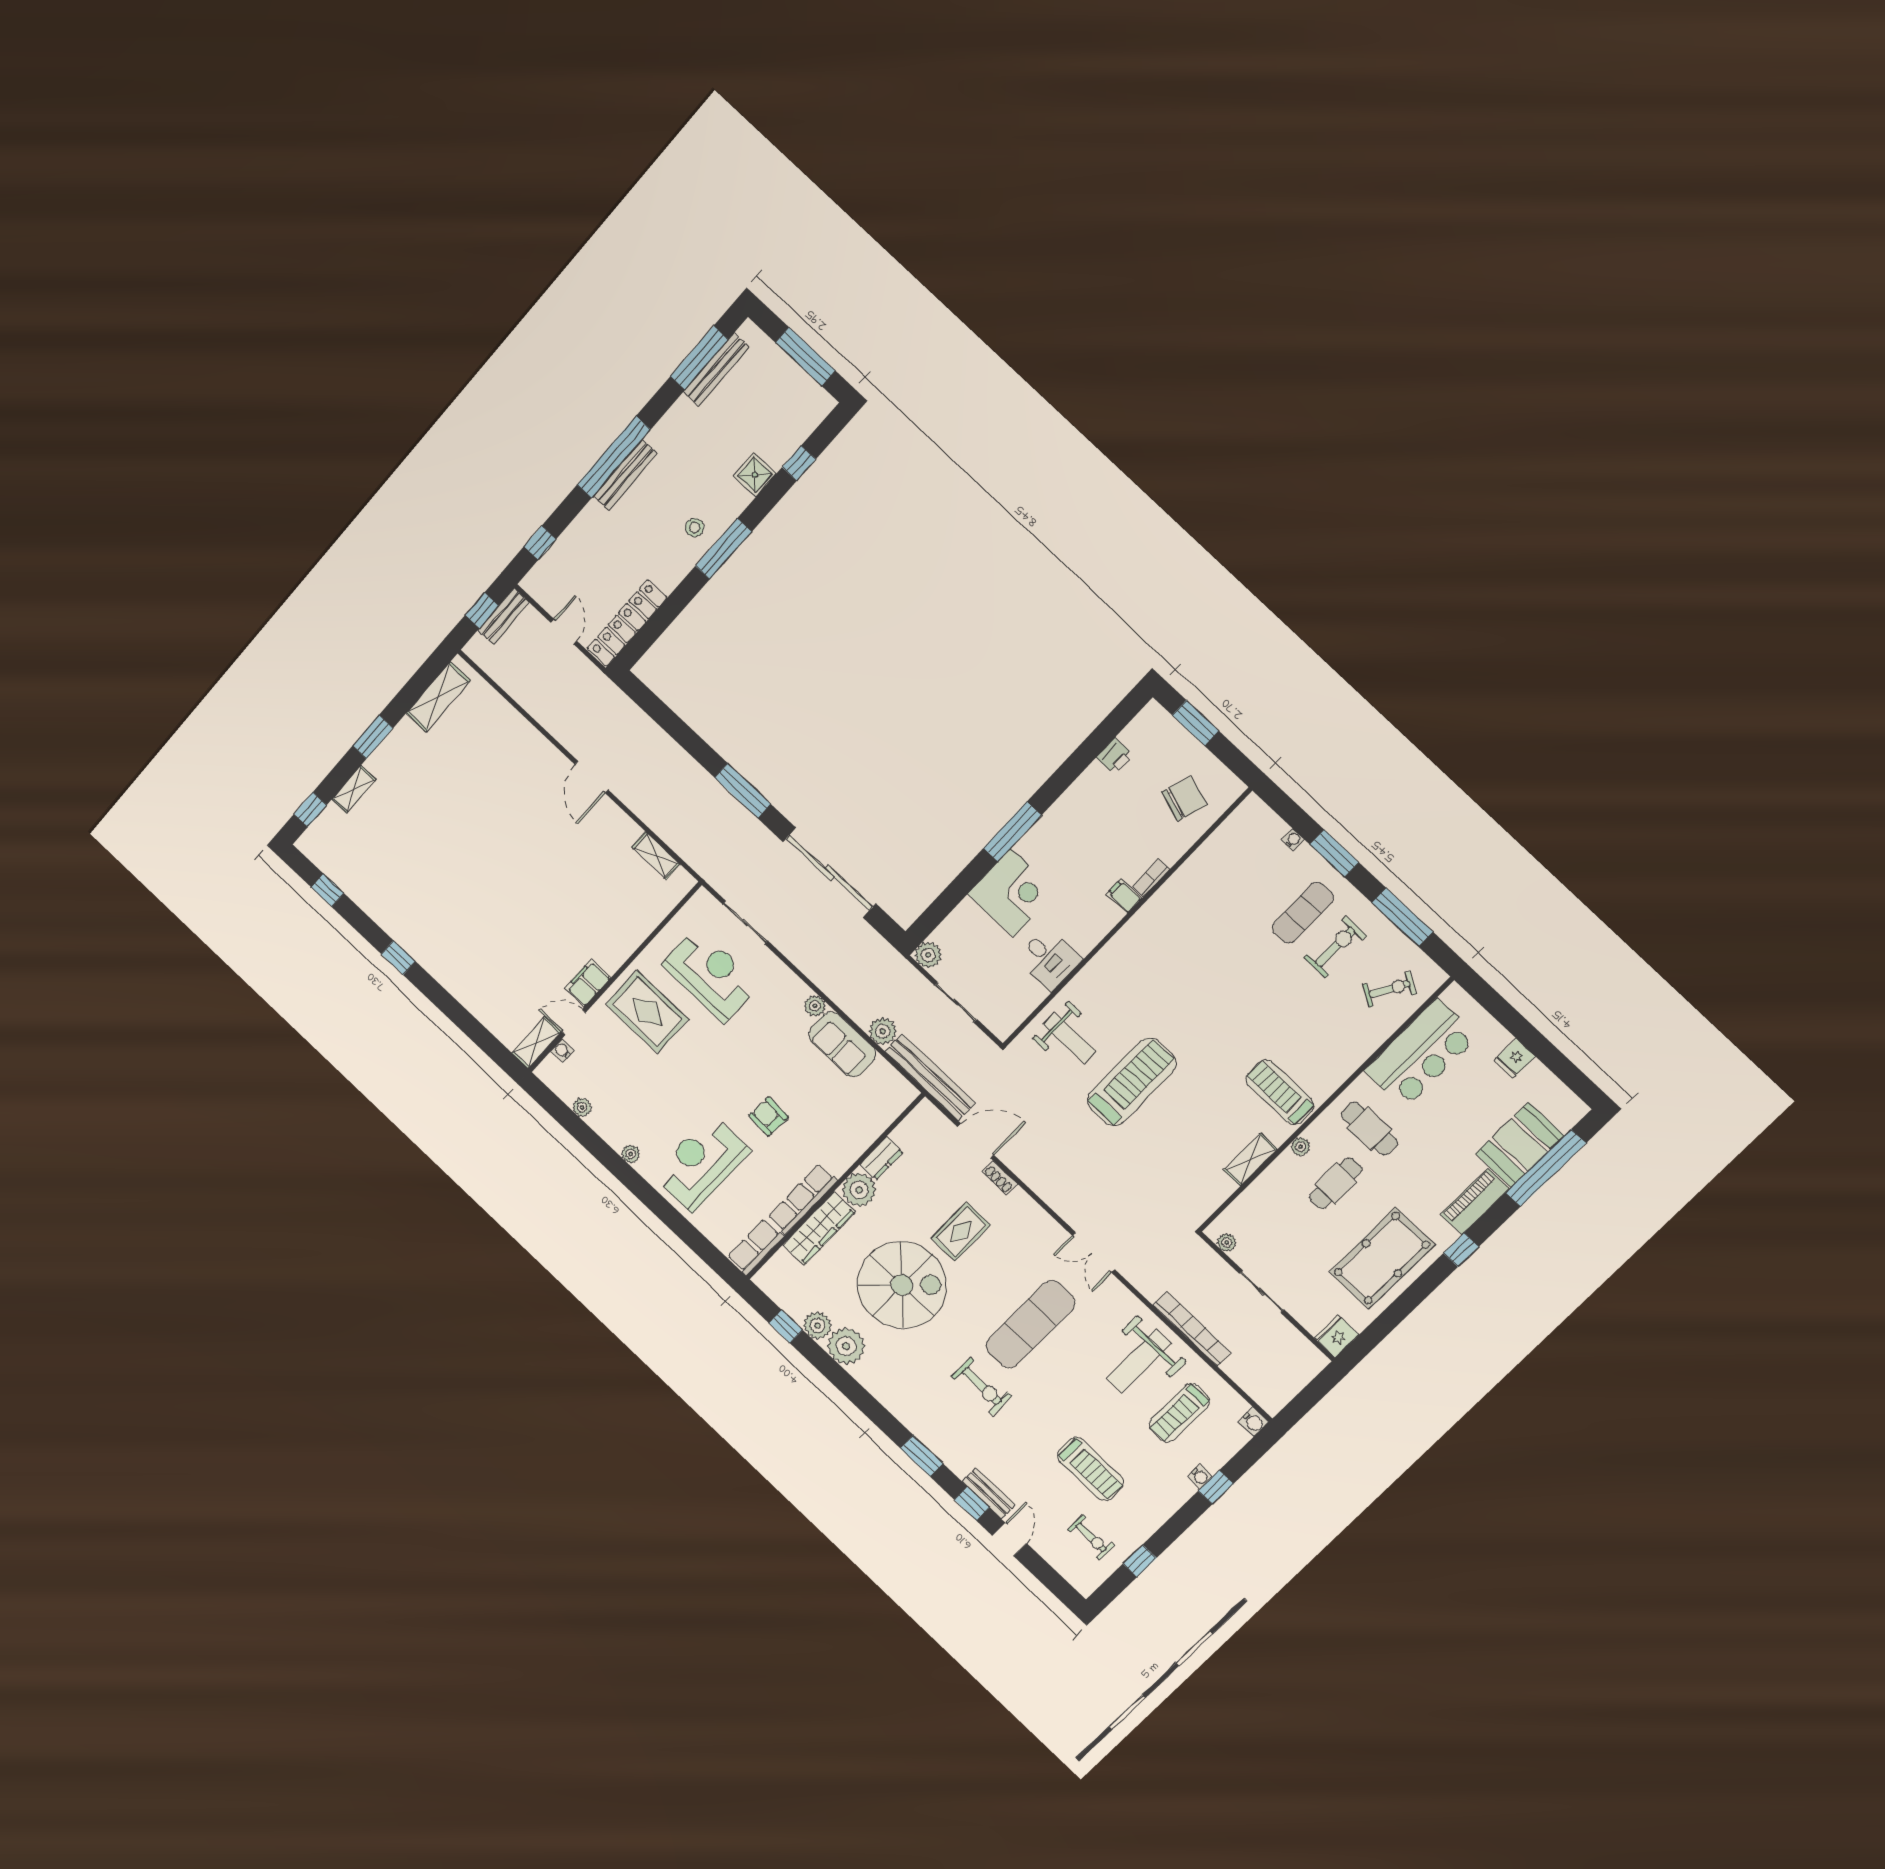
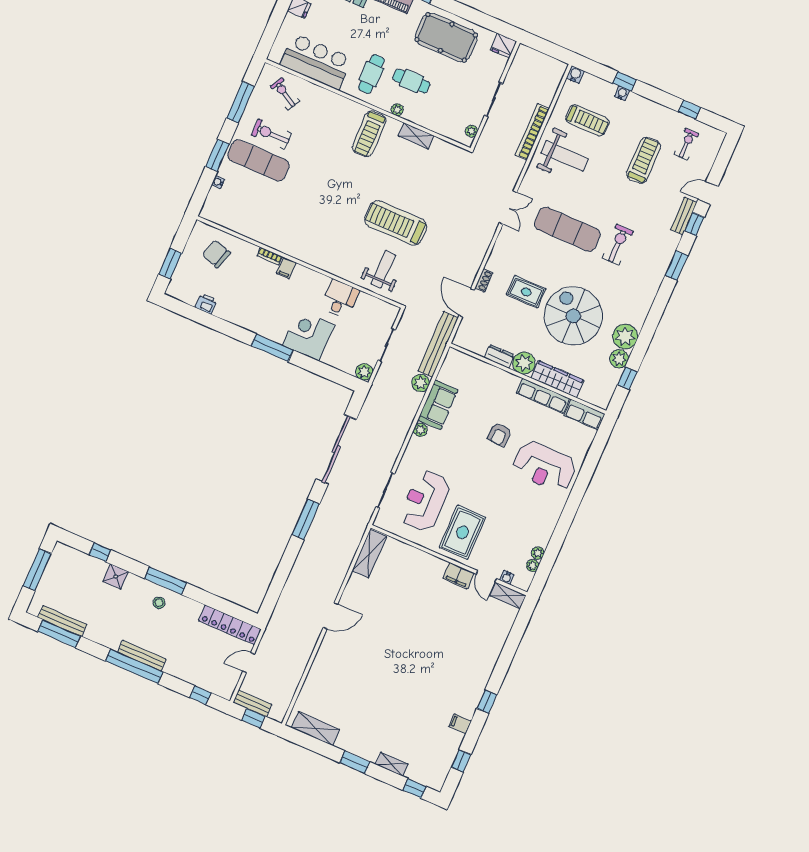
shelving: (656, 856) -> (369, 554), width x1.50, depth x1.33
filing cabinet: (379, 908) -> (460, 724), added
exercise mat: (1303, 913) -> (258, 160), width x1.36, depth x1.45
plant: (631, 1154) -> (533, 566), moved

